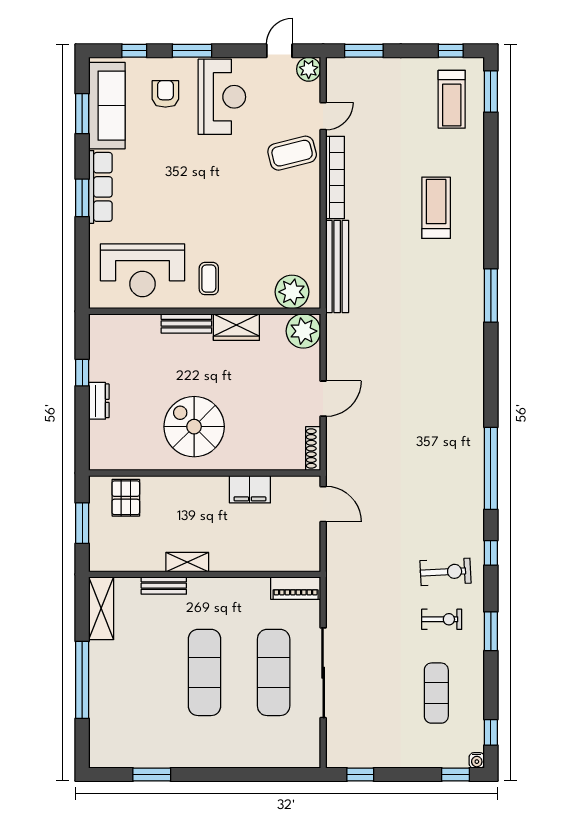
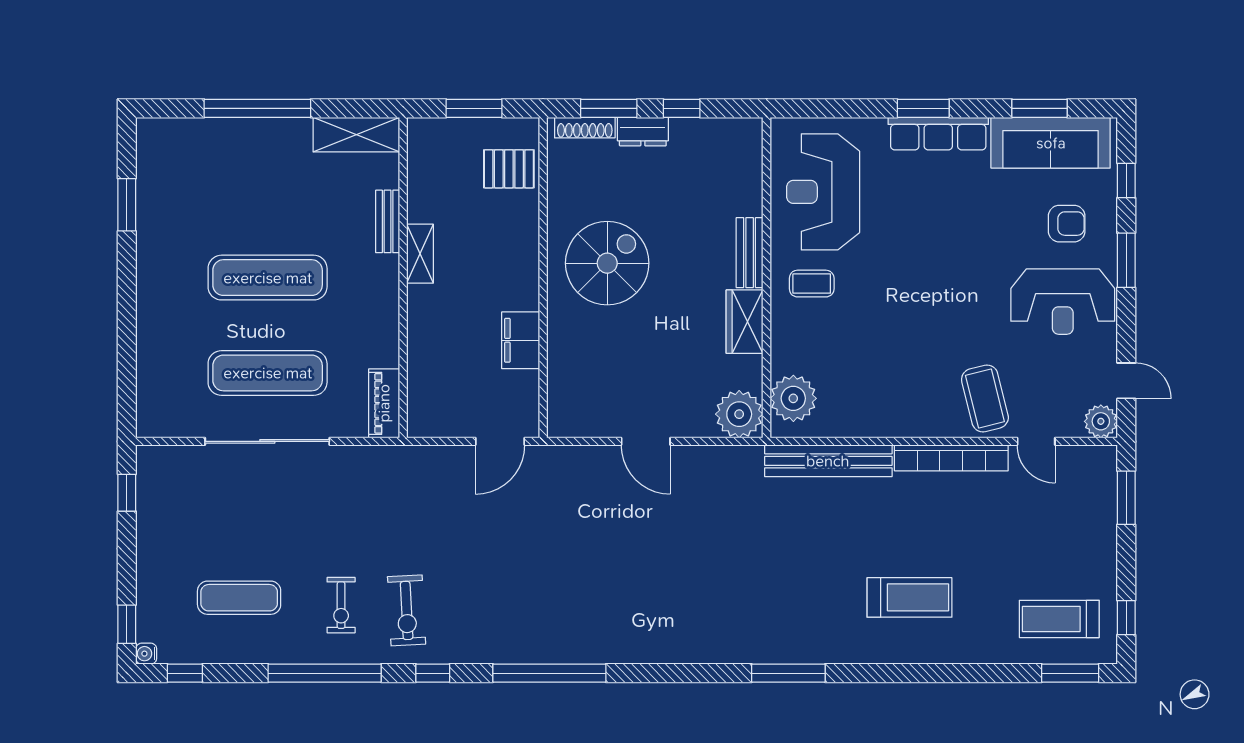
window: (82, 426) -> (609, 108), added
shoe rack: (313, 449) -> (585, 128), moved, turned 180
window: (491, 631) -> (325, 673), width x2.11

